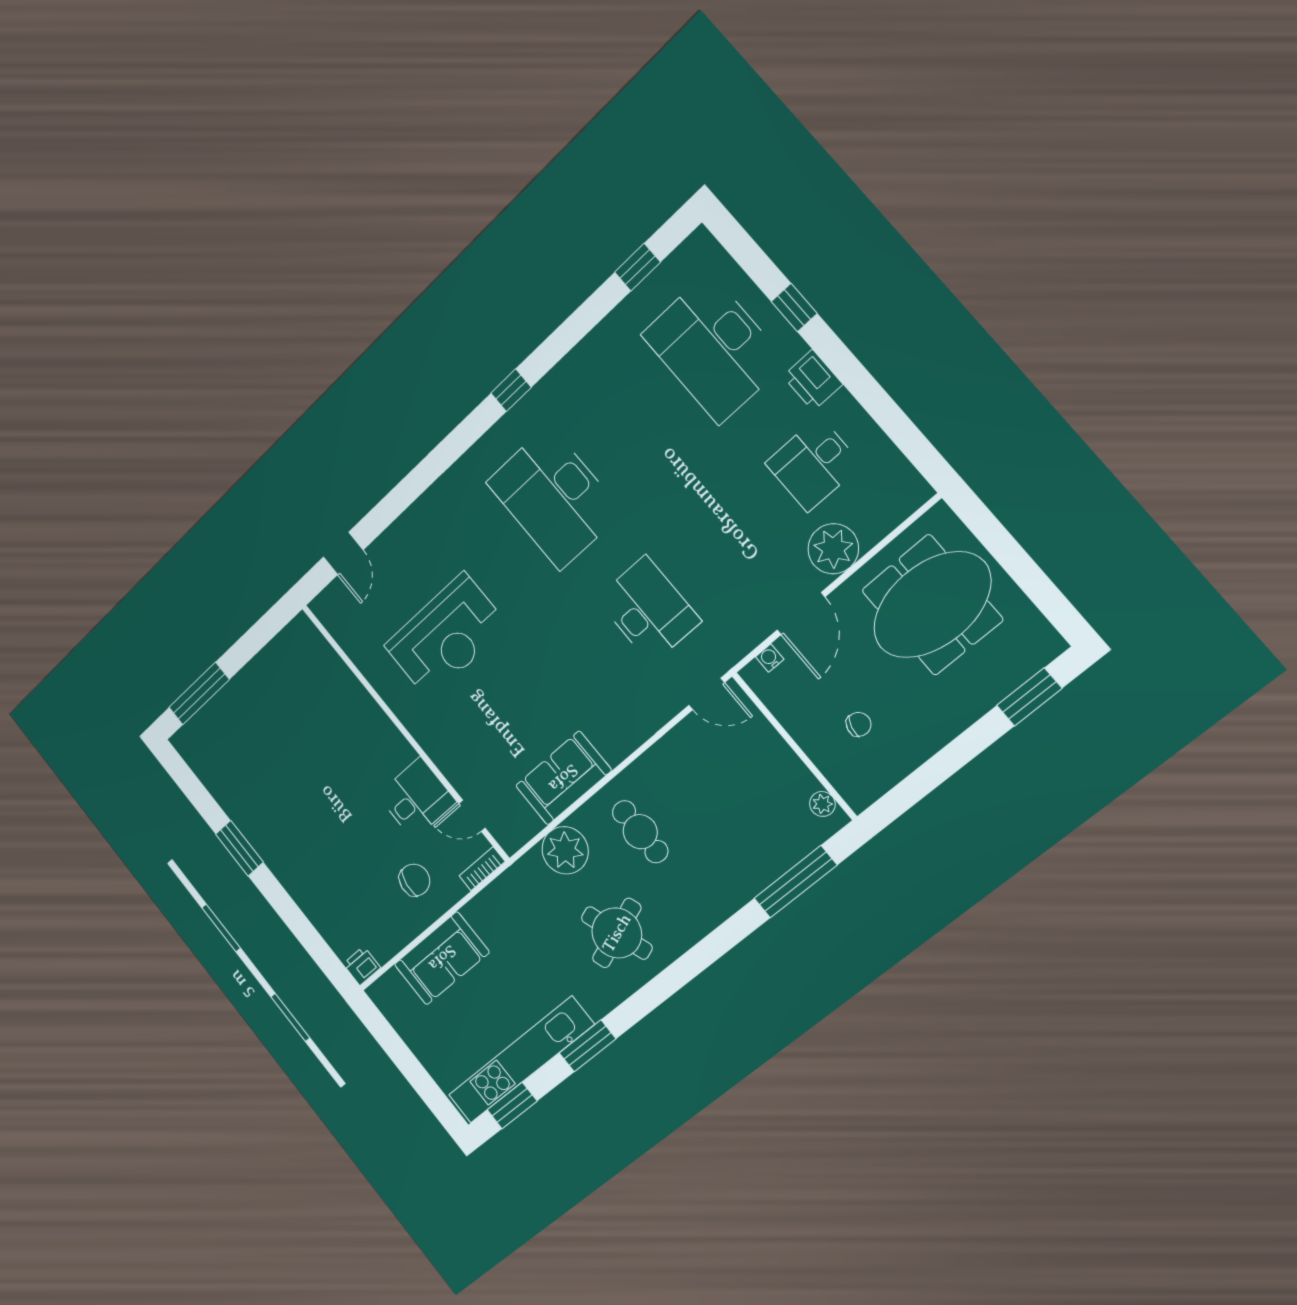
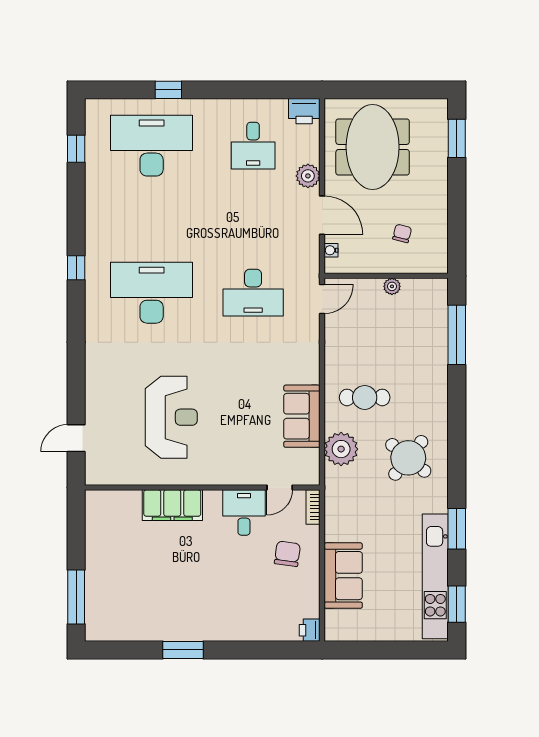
desk: (714, 348) -> (152, 146), turned 180
printer: (813, 380) -> (304, 111), moved
desk: (554, 497) -> (152, 293), turned 180
plant: (833, 549) -> (308, 176), width x0.73, depth x0.73
door: (343, 553) -> (76, 438), swing flipped
desk: (648, 610) -> (253, 293), turned 180
filing cabinet: (362, 715) -> (172, 505), added
plant: (822, 804) -> (392, 286), moved
round table: (617, 933) -> (408, 458), turned -31

